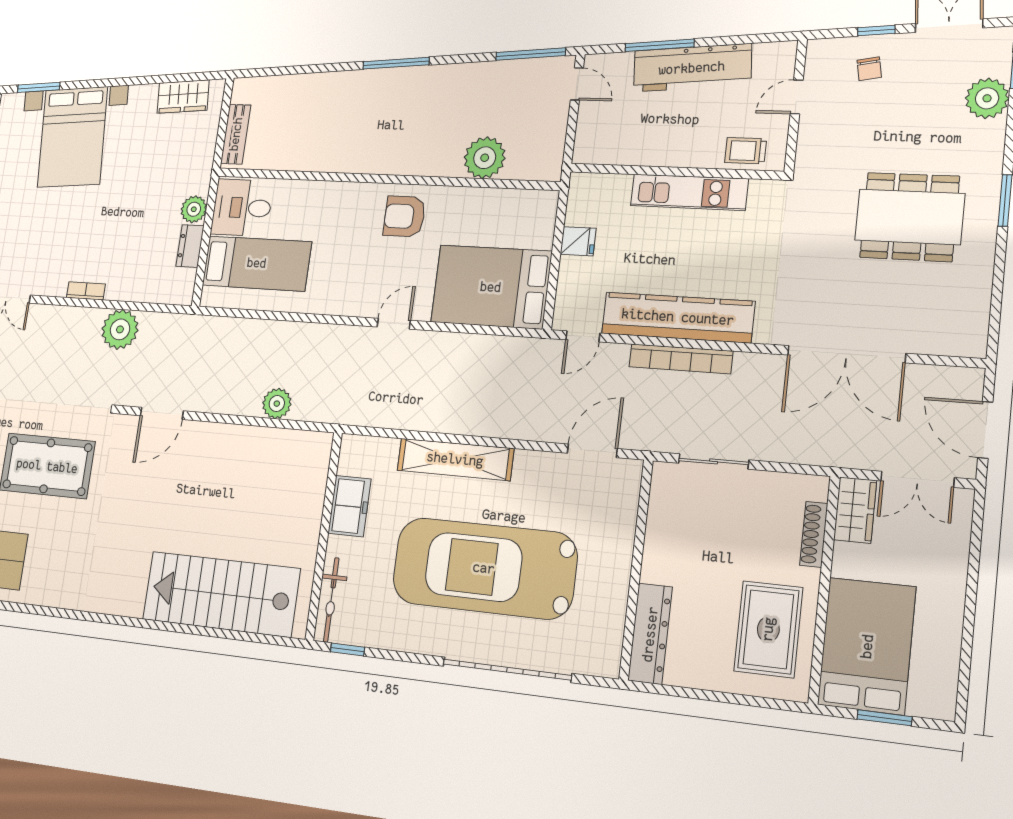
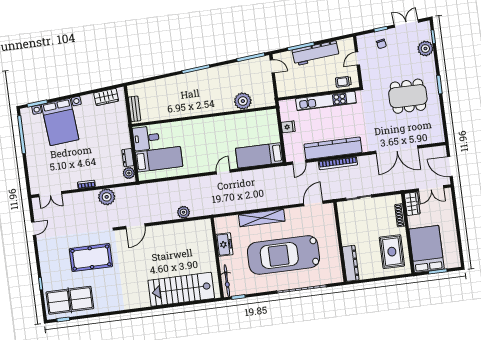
kitchen unit: (689, 192) -> (326, 101), width x1.36
plant: (194, 209) -> (129, 173), moved
armchair: (404, 216) -> (216, 130), removed
bed: (491, 287) -> (259, 155), width x0.67

